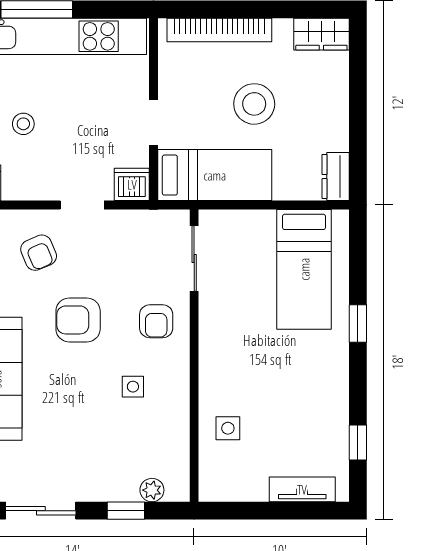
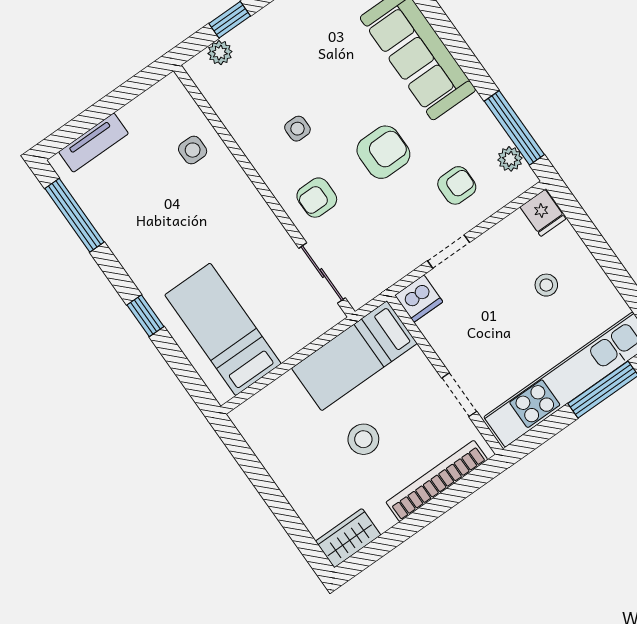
stool: (254, 104) -> (363, 439), width x0.73, depth x0.73
doorway: (154, 122) -> (459, 395), moved
dresser: (336, 177) -> (252, 426), removed
armchair: (39, 253) -> (457, 185), turned 113
armchair: (156, 321) -> (317, 198), turned -90
window: (358, 443) -> (74, 215), width x2.17

